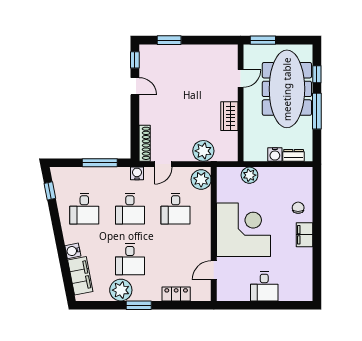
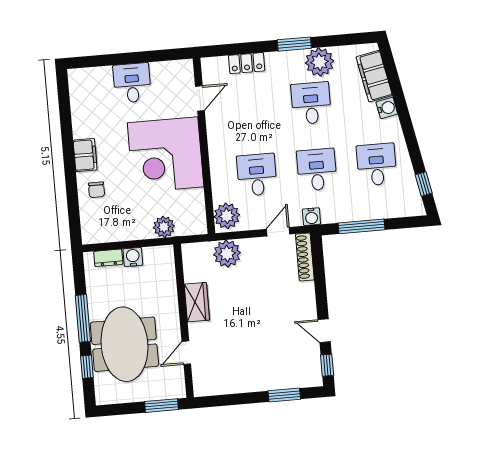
meeting table: (287, 89) -> (124, 344), width x0.73

